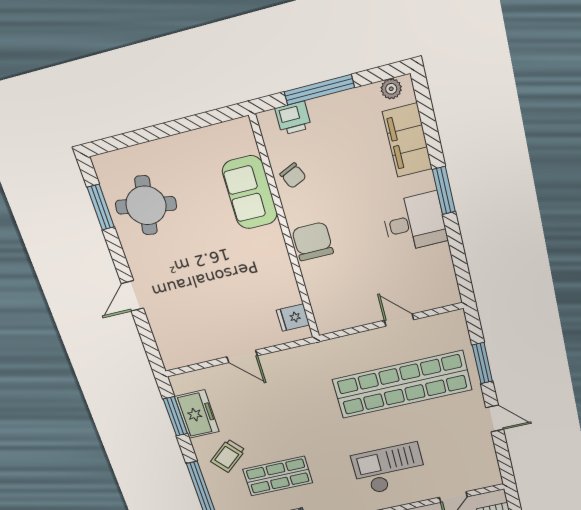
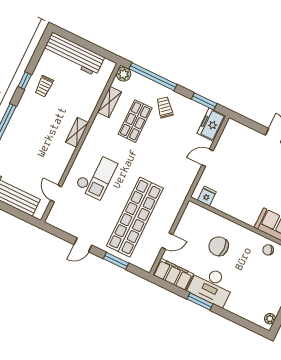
filing cabinet: (407, 140) -> (173, 274), moved
window: (444, 191) -> (200, 302), moved
desk: (414, 222) -> (211, 286), width x1.37
chair: (313, 241) -> (219, 246), moved, turned 180
freezer: (197, 414) -> (211, 125), moved, turned 90

